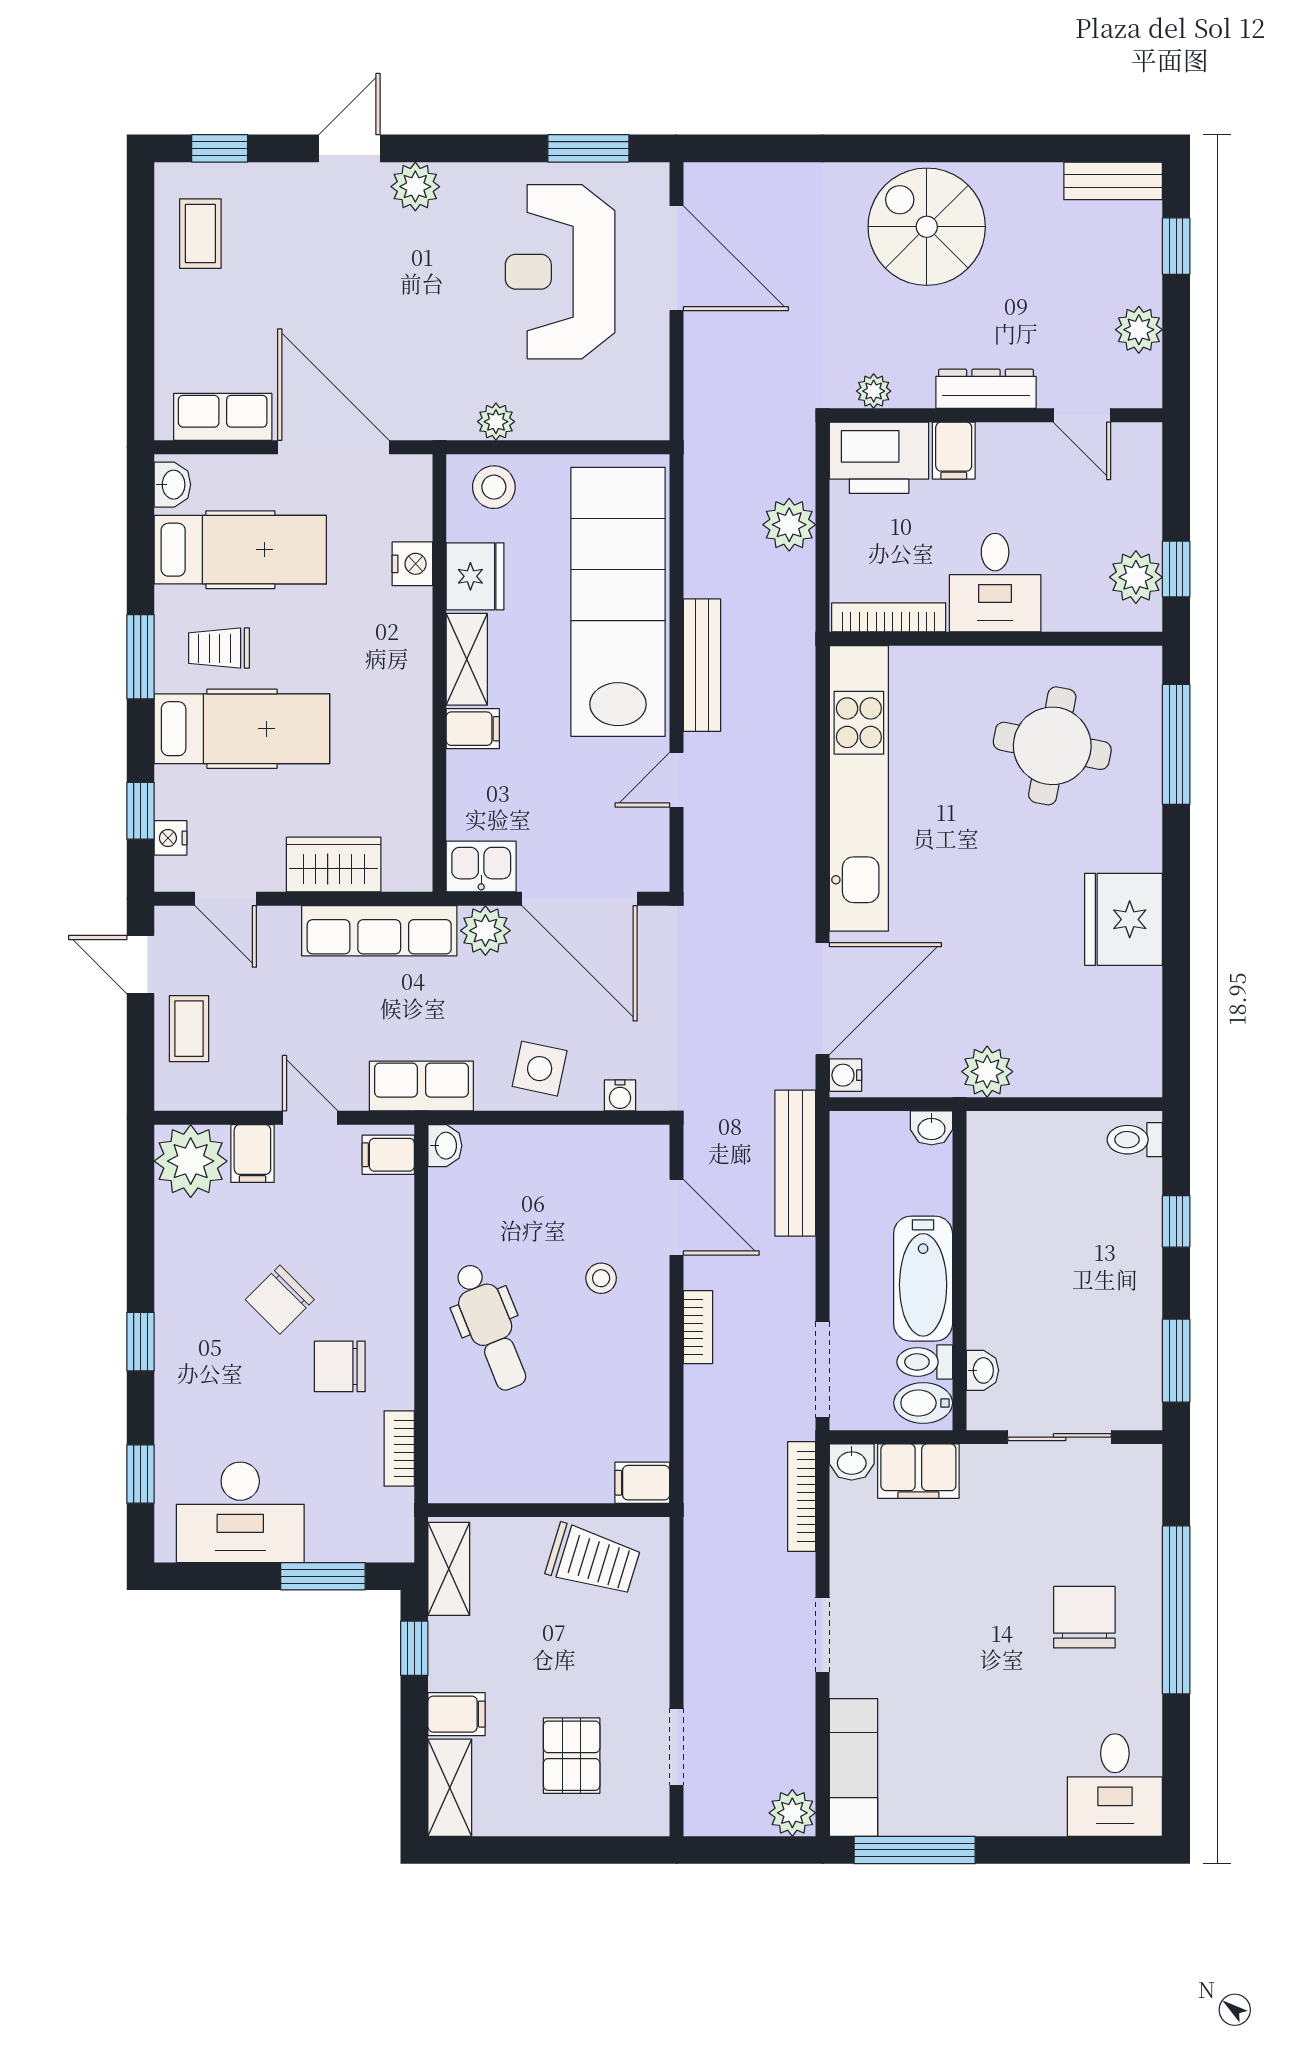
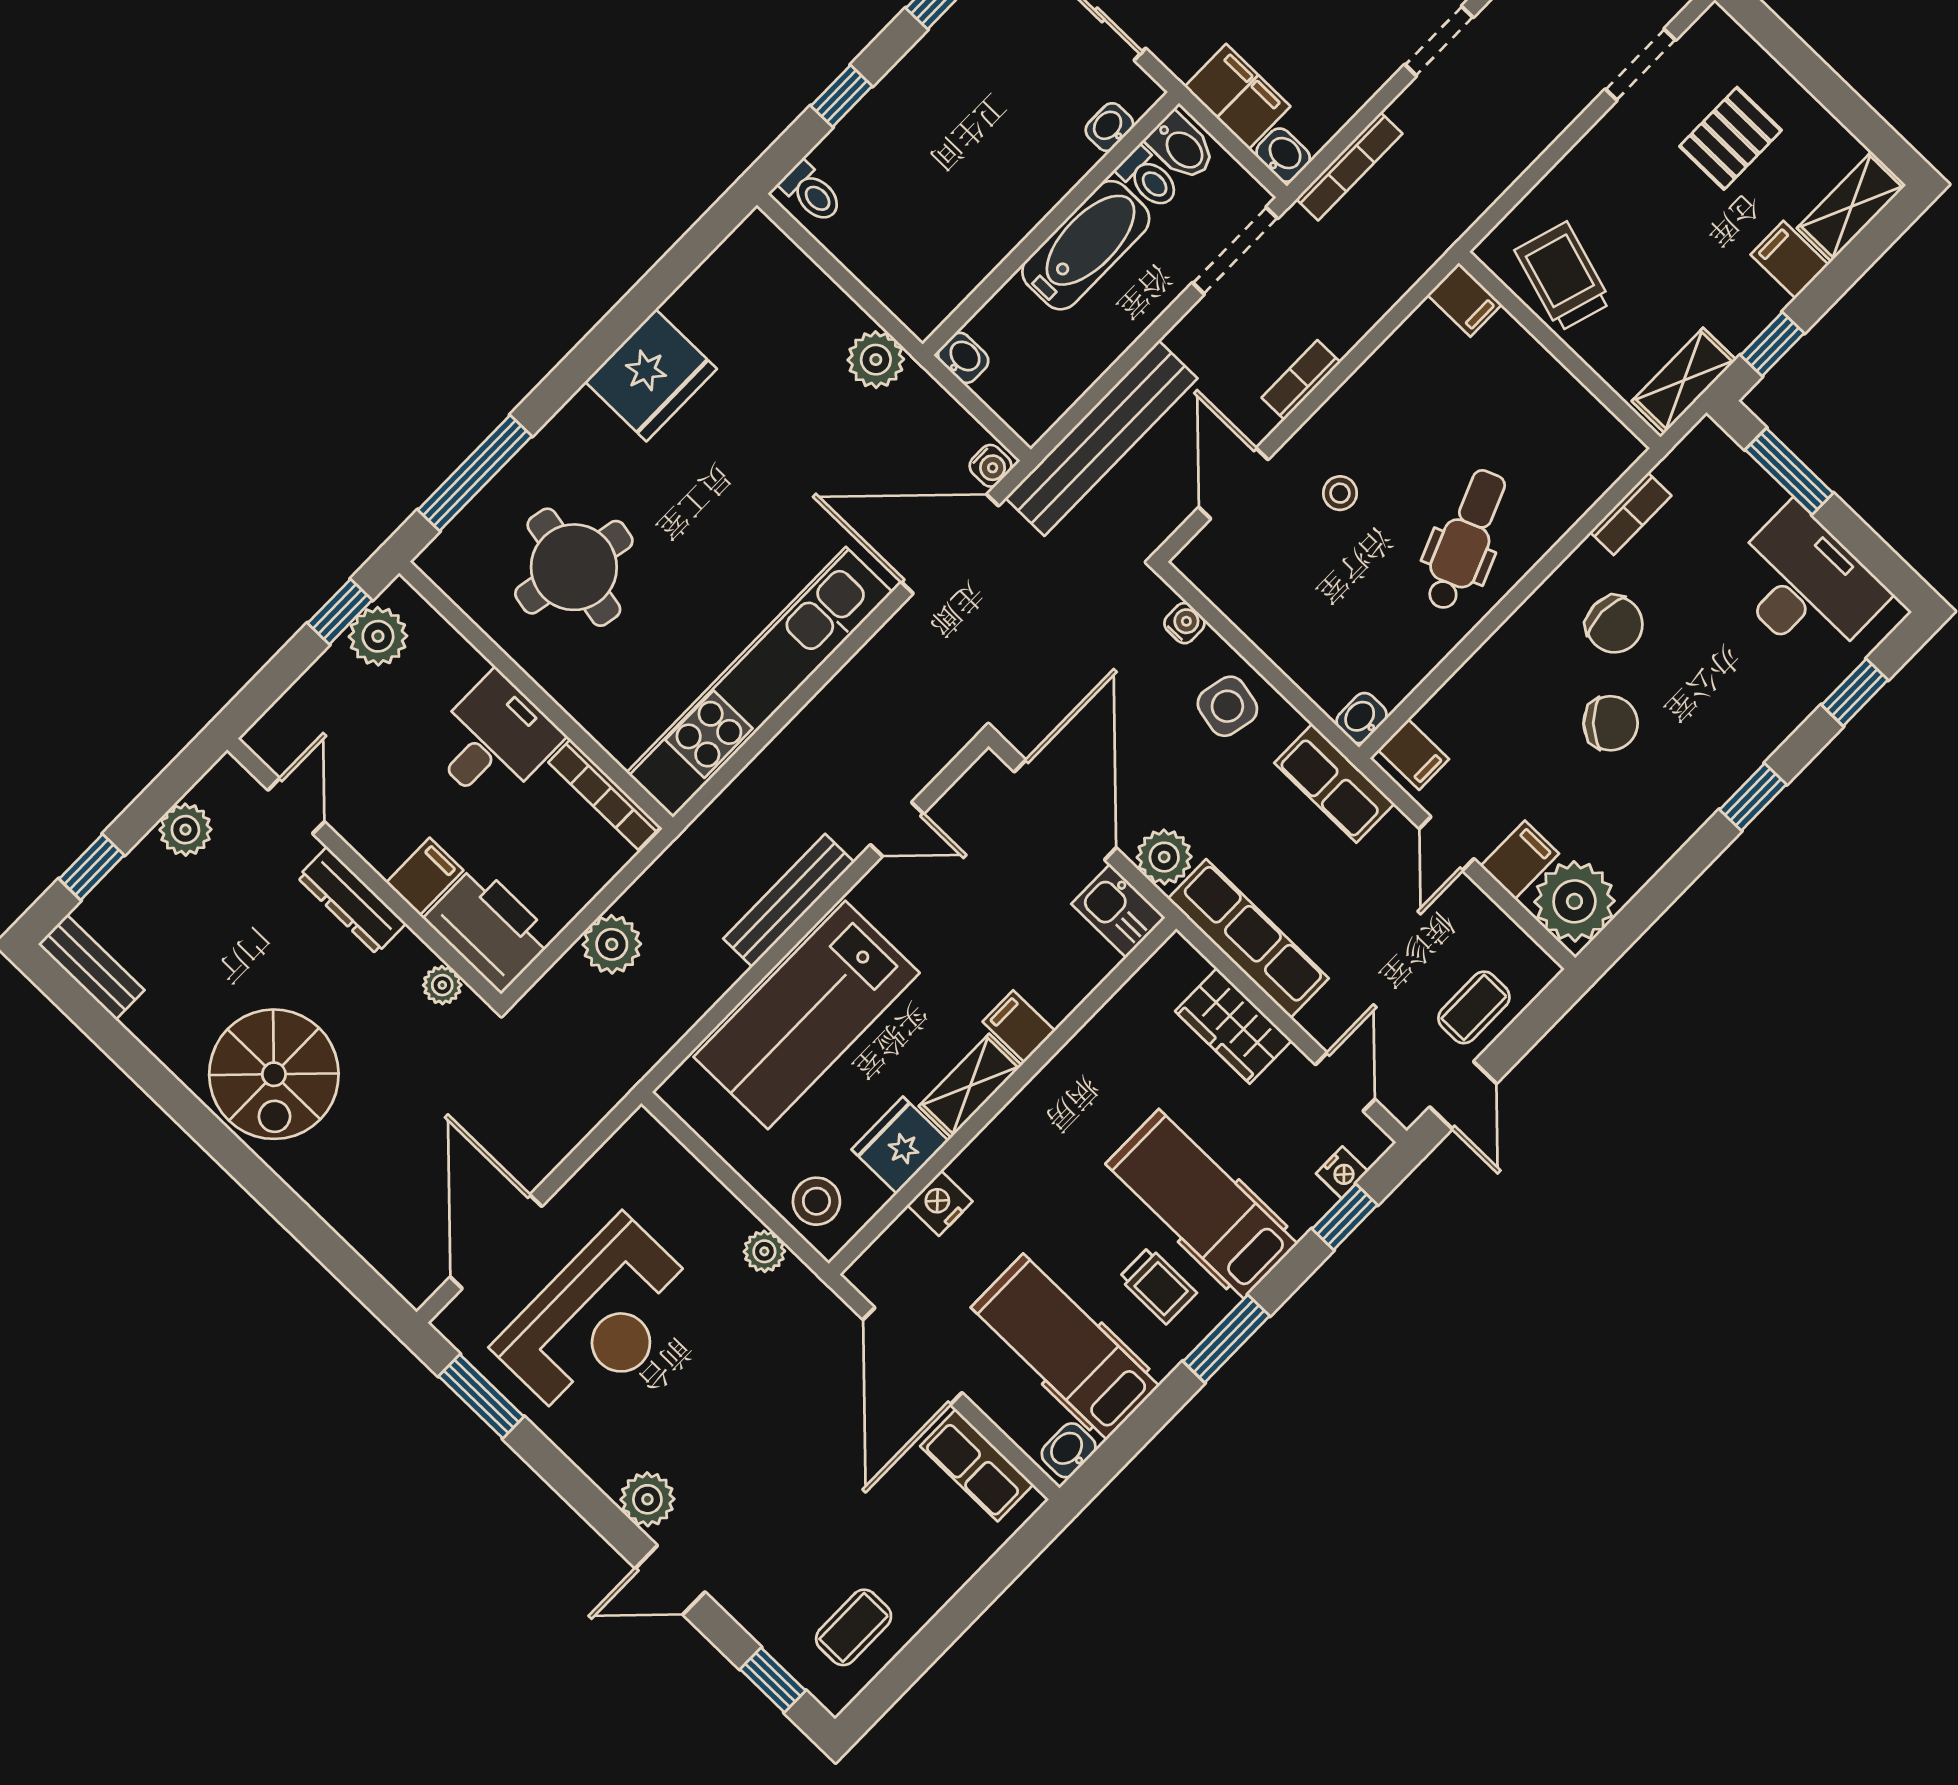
lab bench: (618, 602) -> (807, 1015), width x0.73
bench: (795, 1163) -> (1101, 438), width x1.37, depth x1.21

